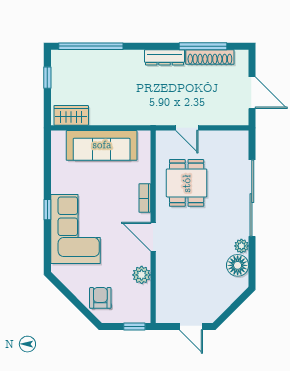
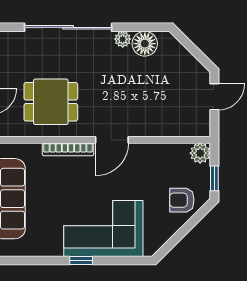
bookcase: (145, 198) -> (68, 149), width x1.56
plant: (142, 275) -> (200, 153), moved
window: (134, 326) -> (214, 178), moved

